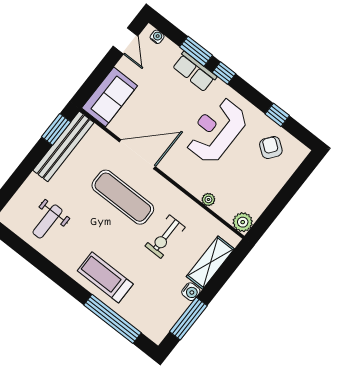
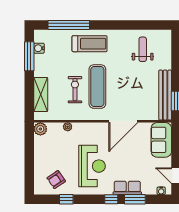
armchair: (271, 148) -> (56, 180), turned 109
exercise mat: (123, 197) -> (97, 87), moved, turned 90
water cooler: (191, 292) -> (39, 48), moved

